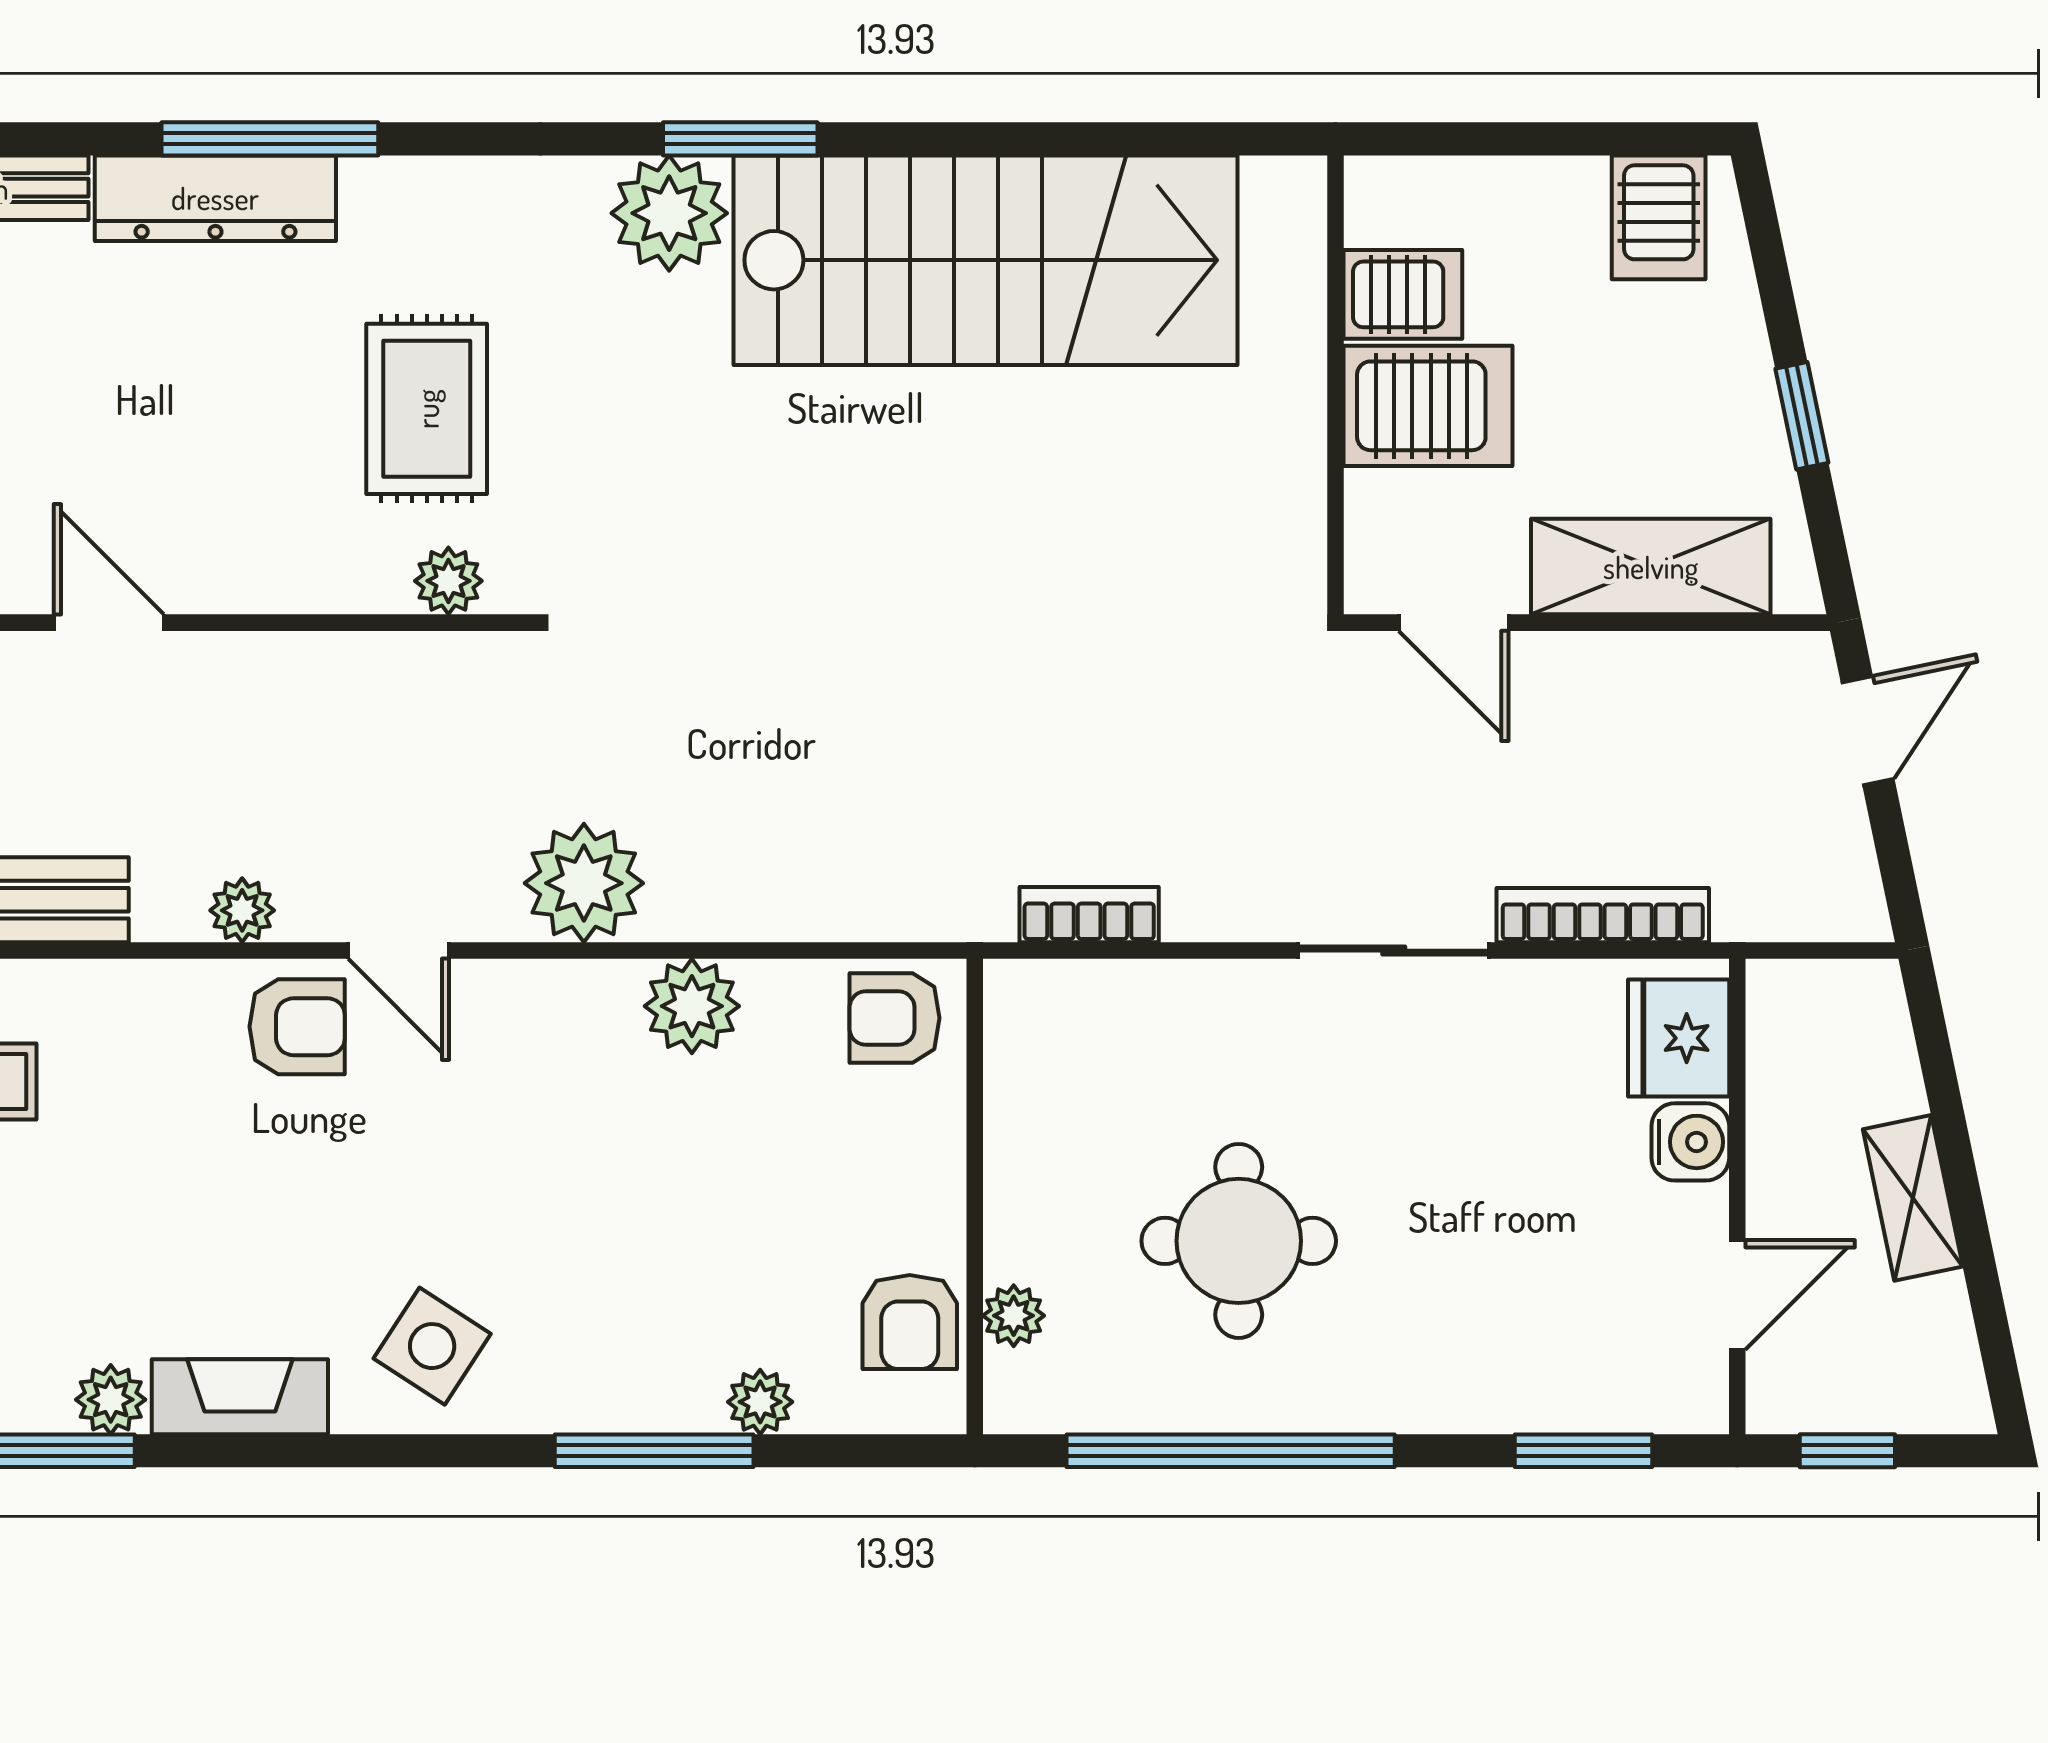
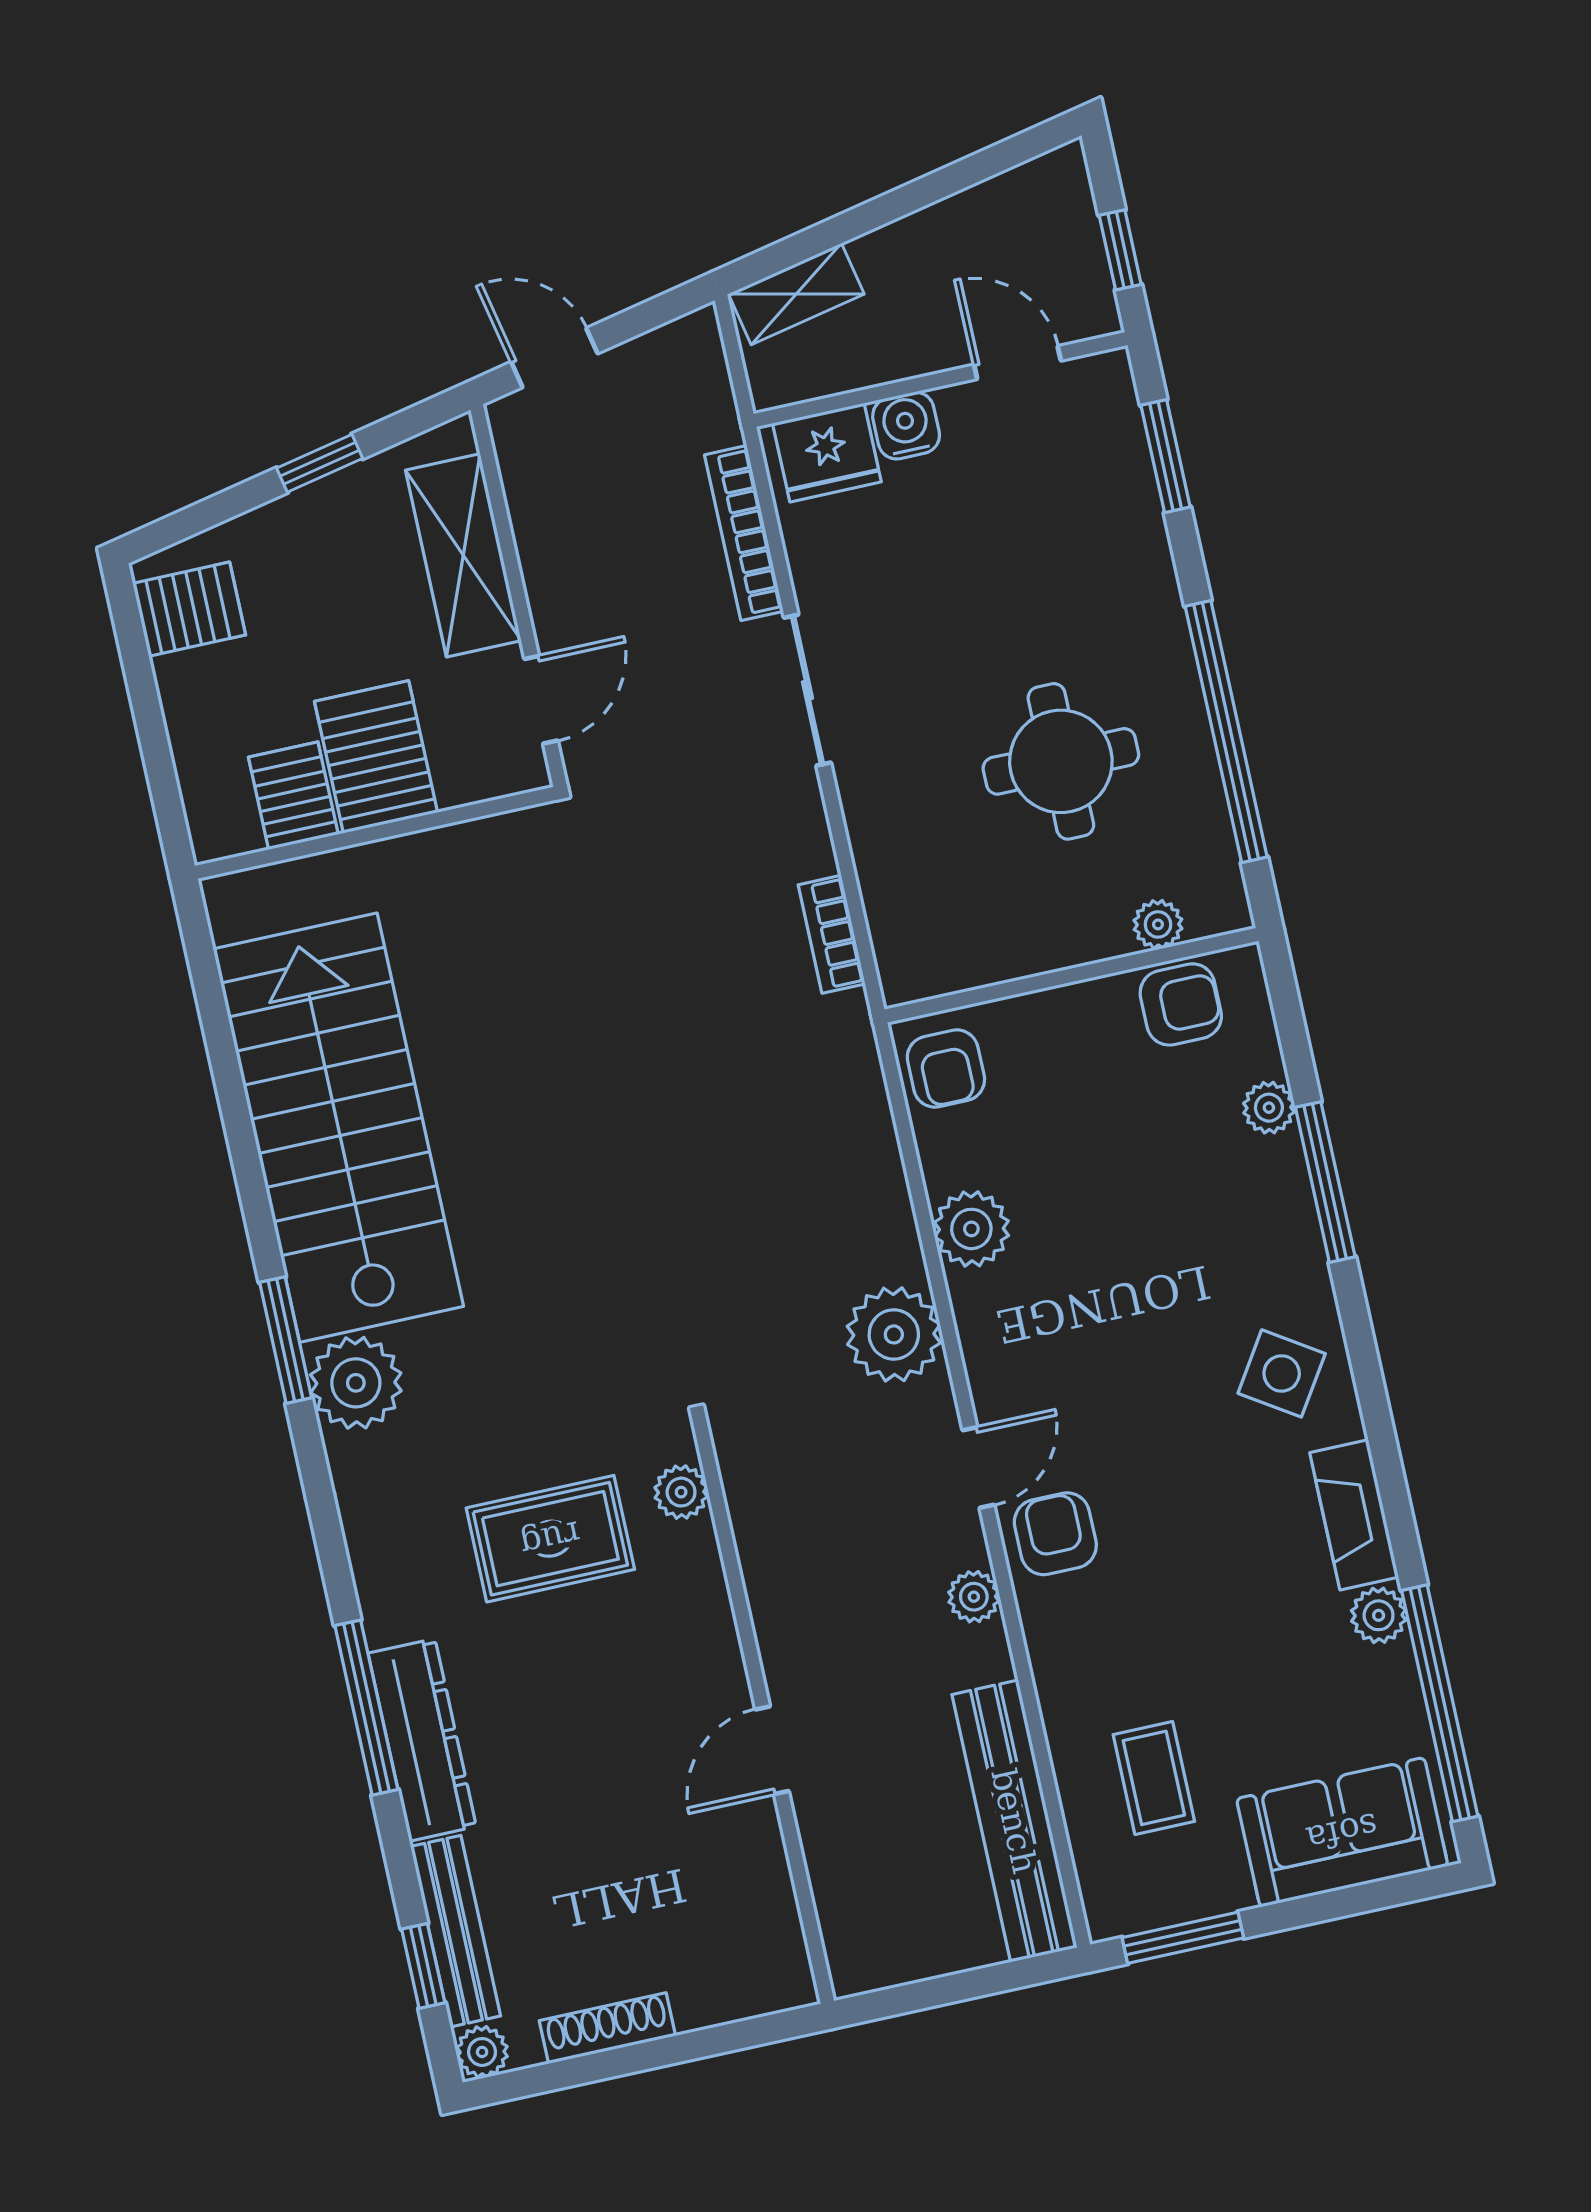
shelving: (1913, 1198) -> (796, 294), moved

